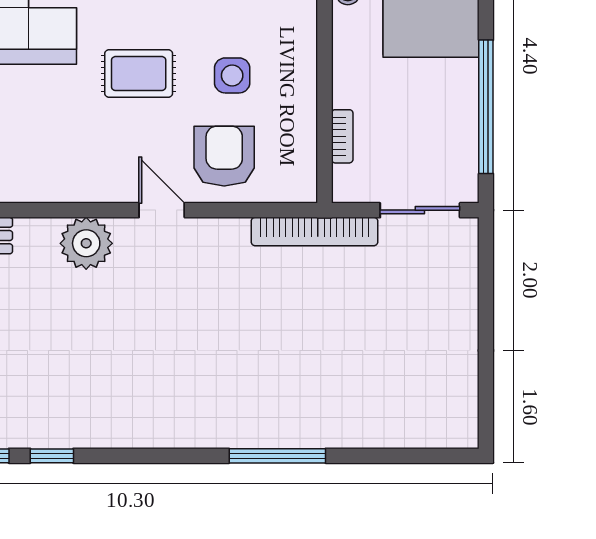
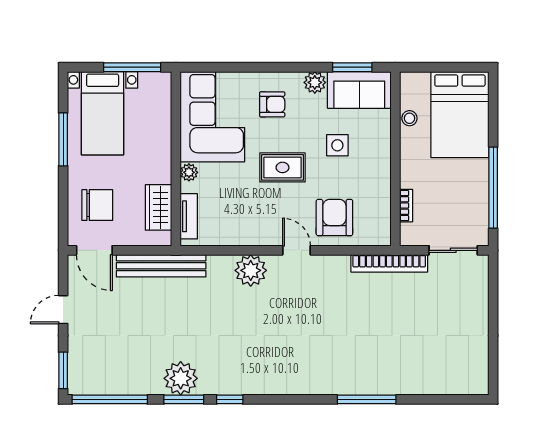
side table: (232, 75) -> (337, 145), moved

